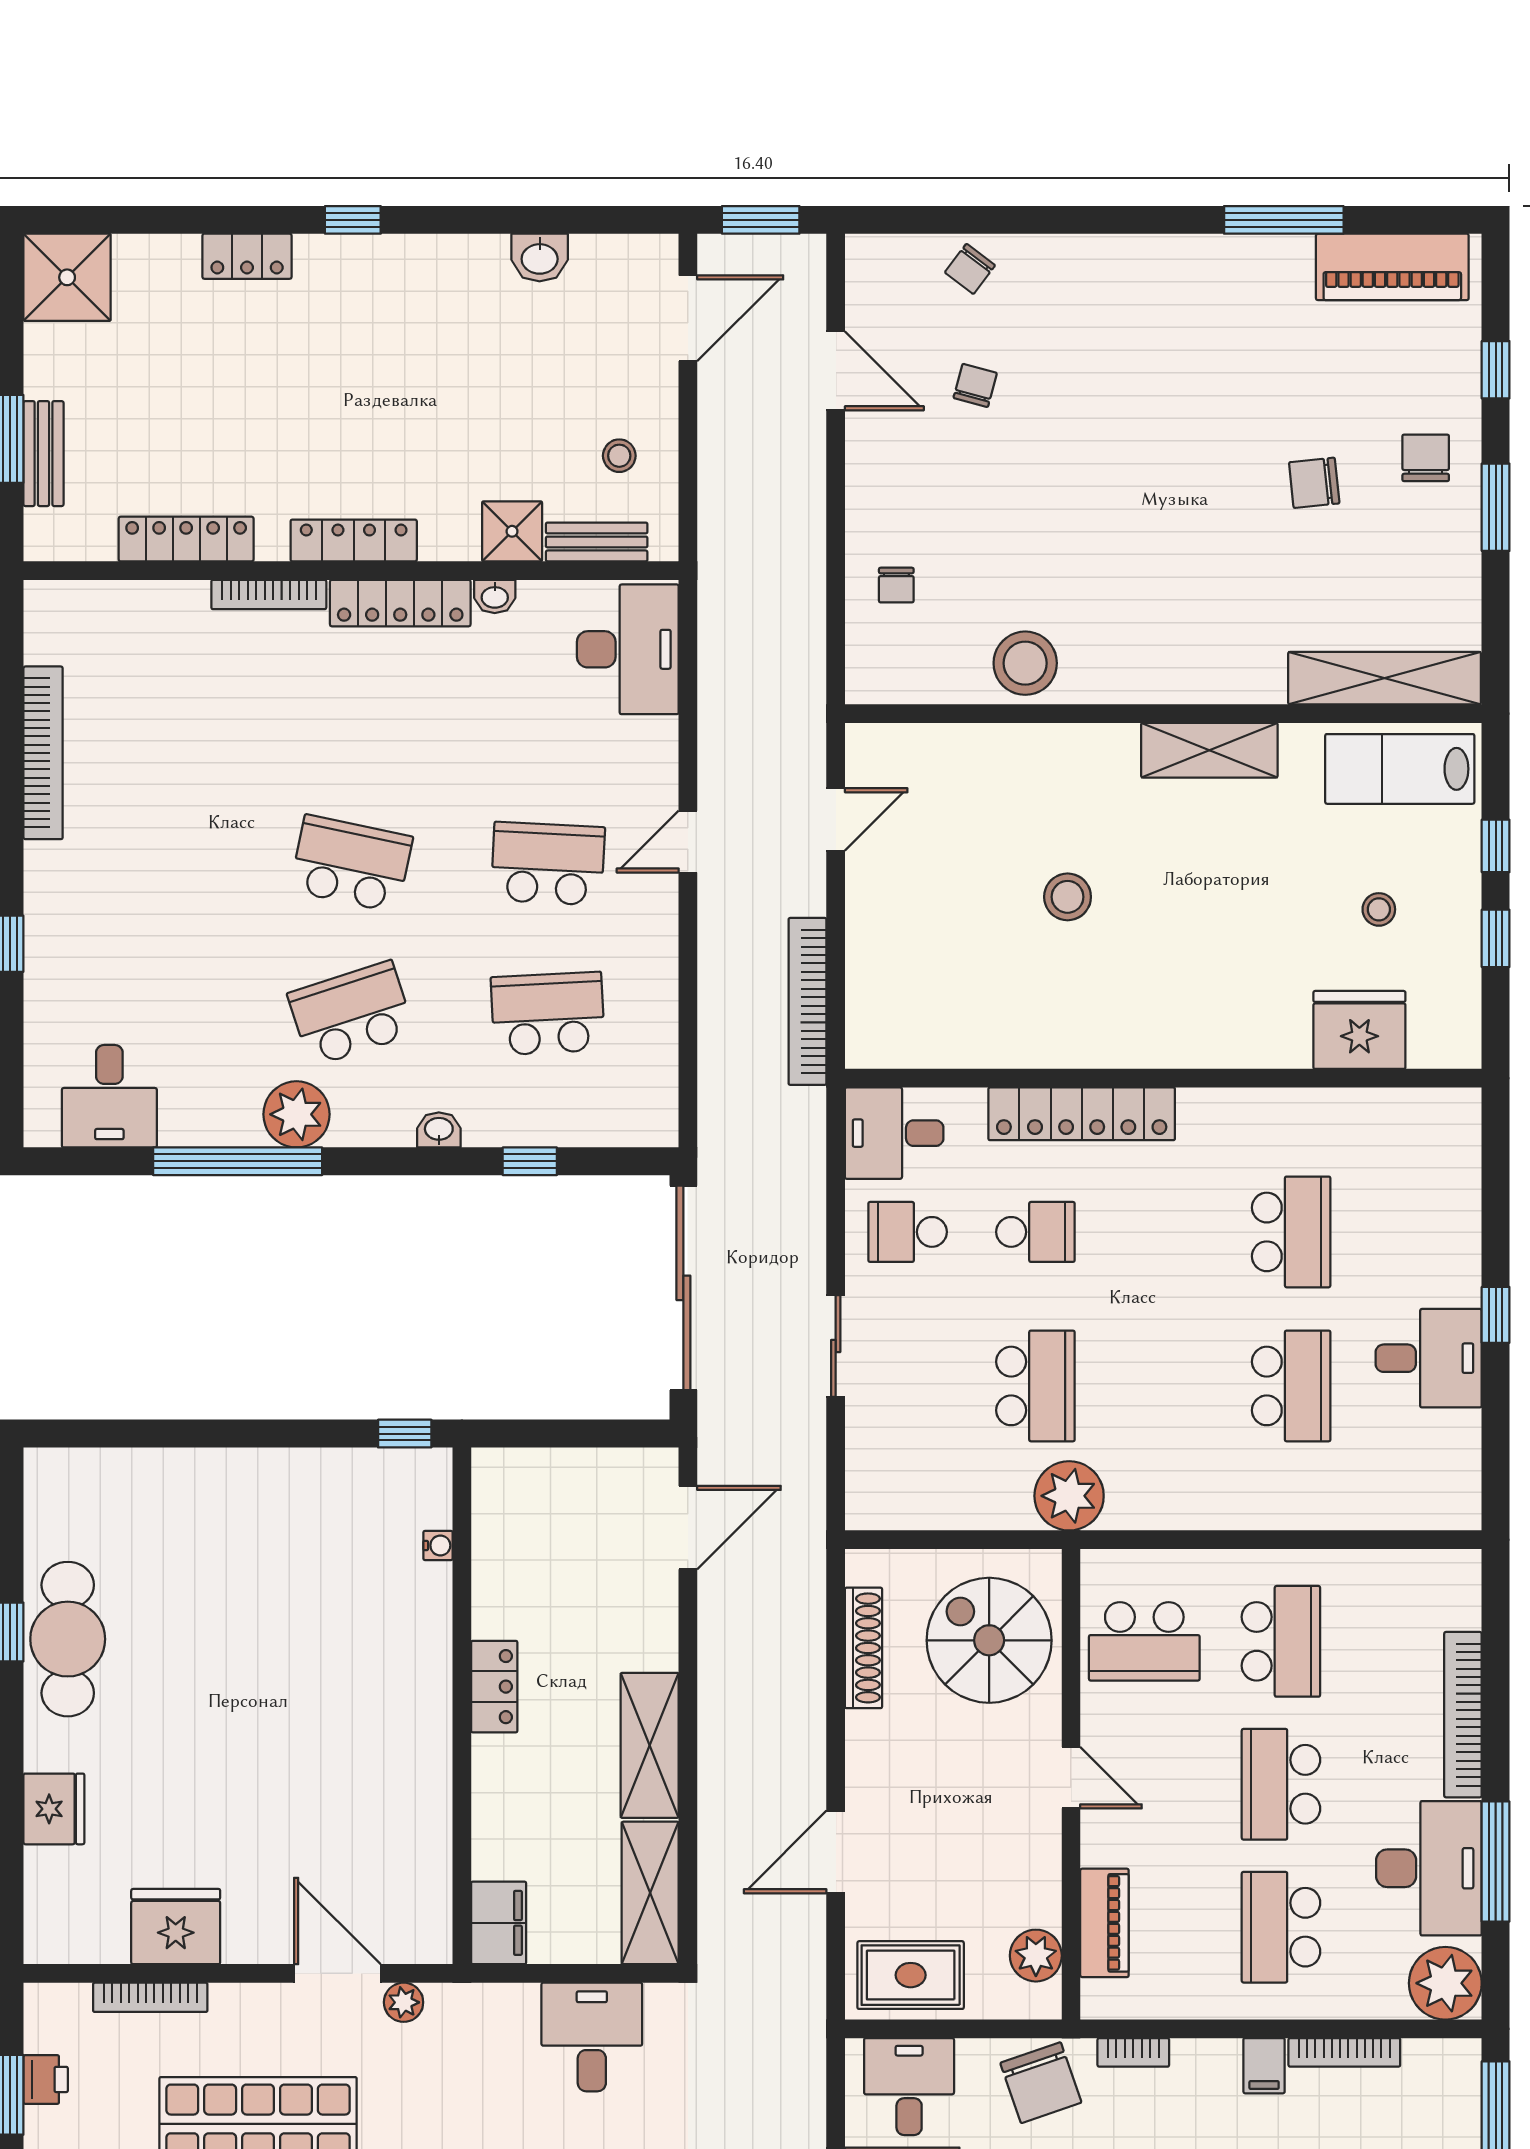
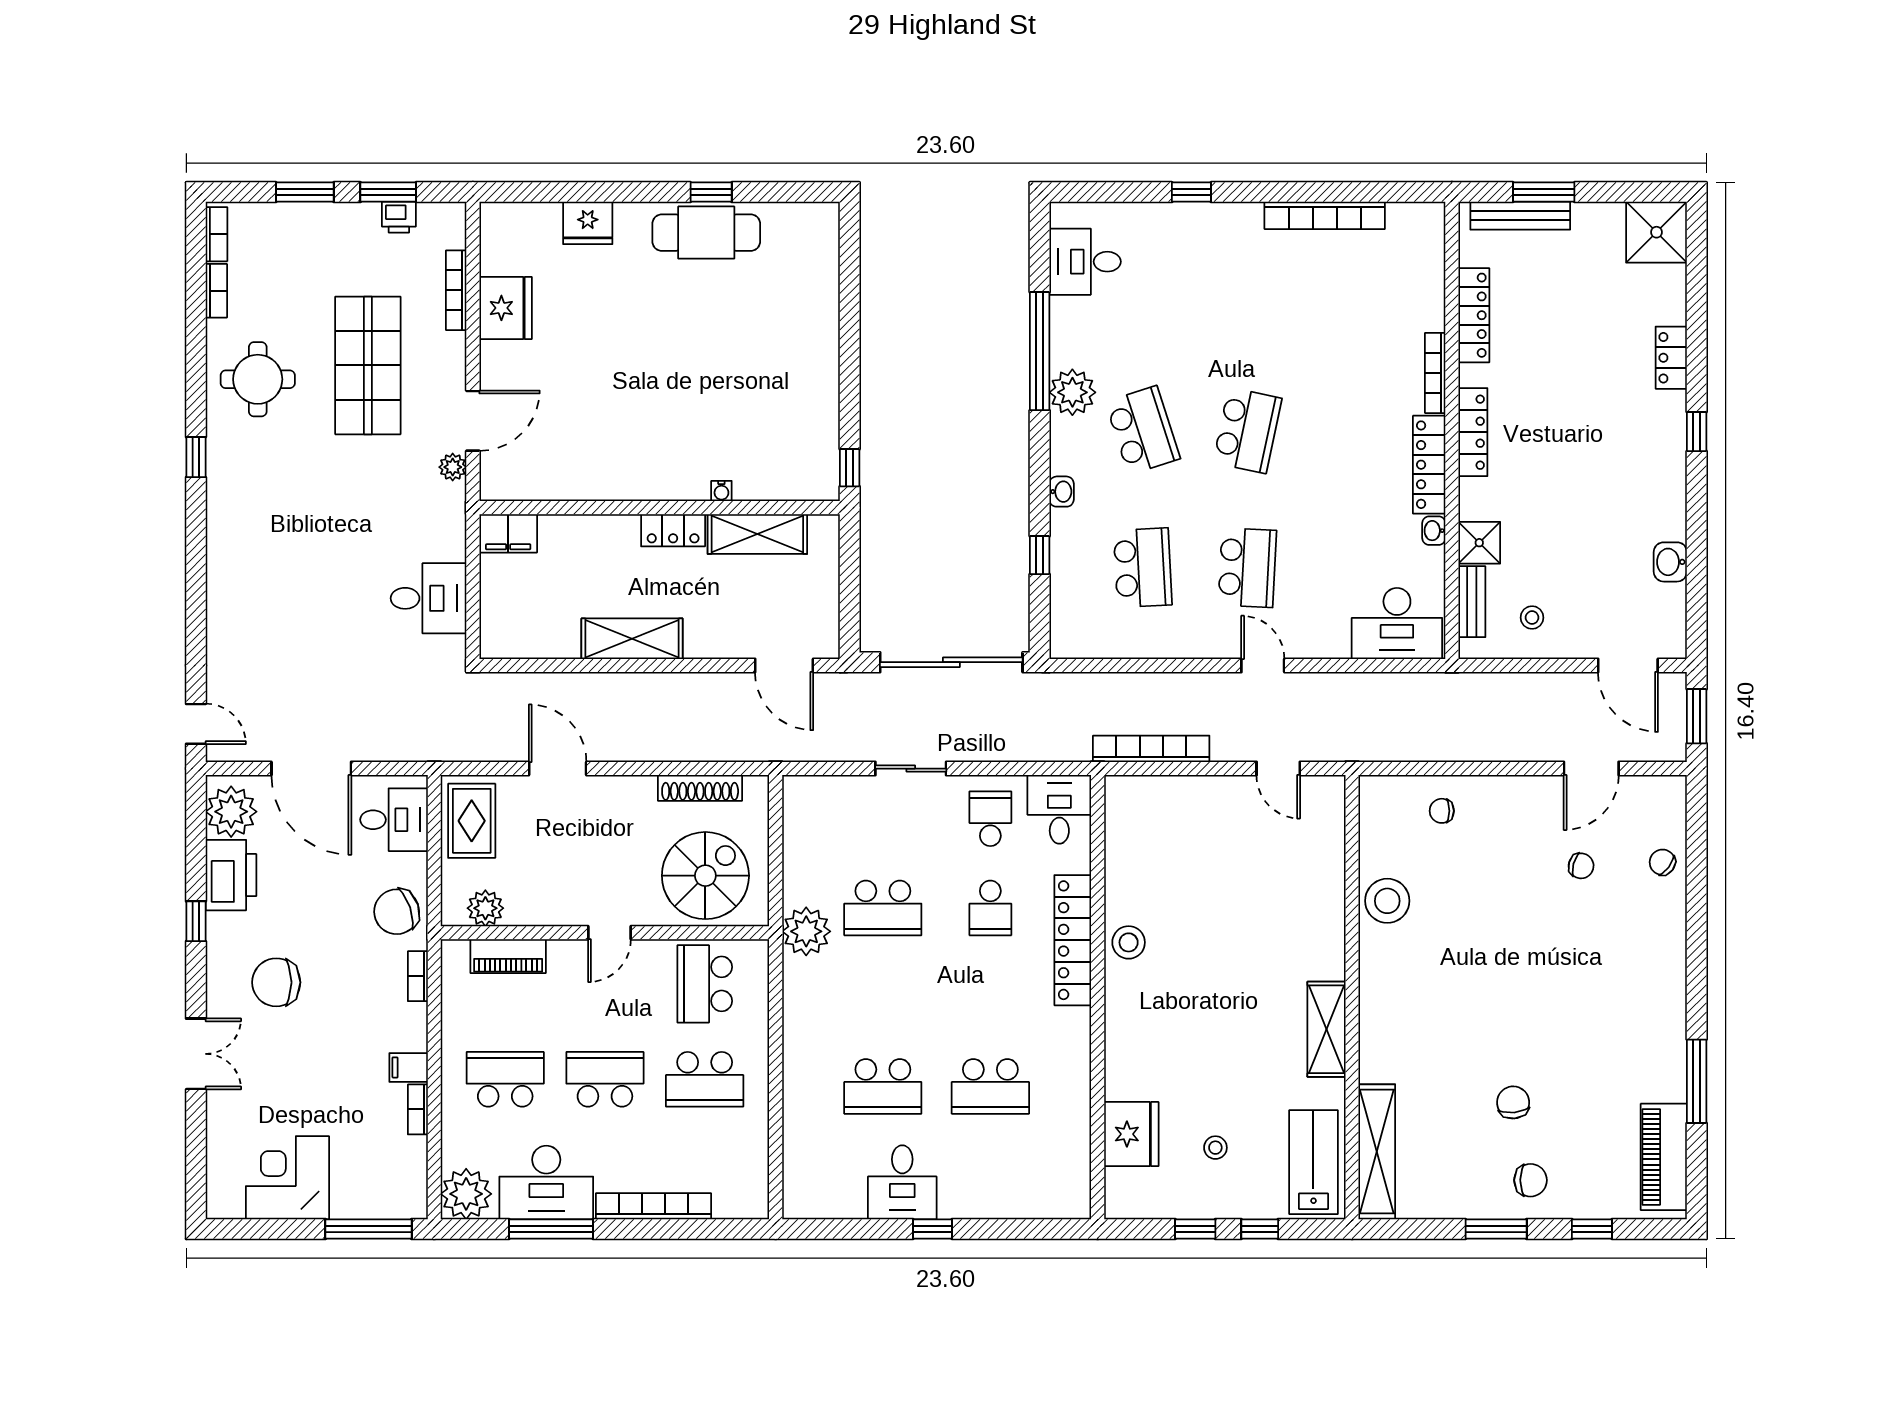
bench: (44, 454) -> (1520, 216), width x1.36
stool: (1068, 897) -> (1129, 942), moved
water cooler: (438, 1545) -> (721, 491), moved
shelving: (650, 1893) -> (757, 534), moved
bookcase: (1344, 2052) -> (418, 1109), width x0.64

